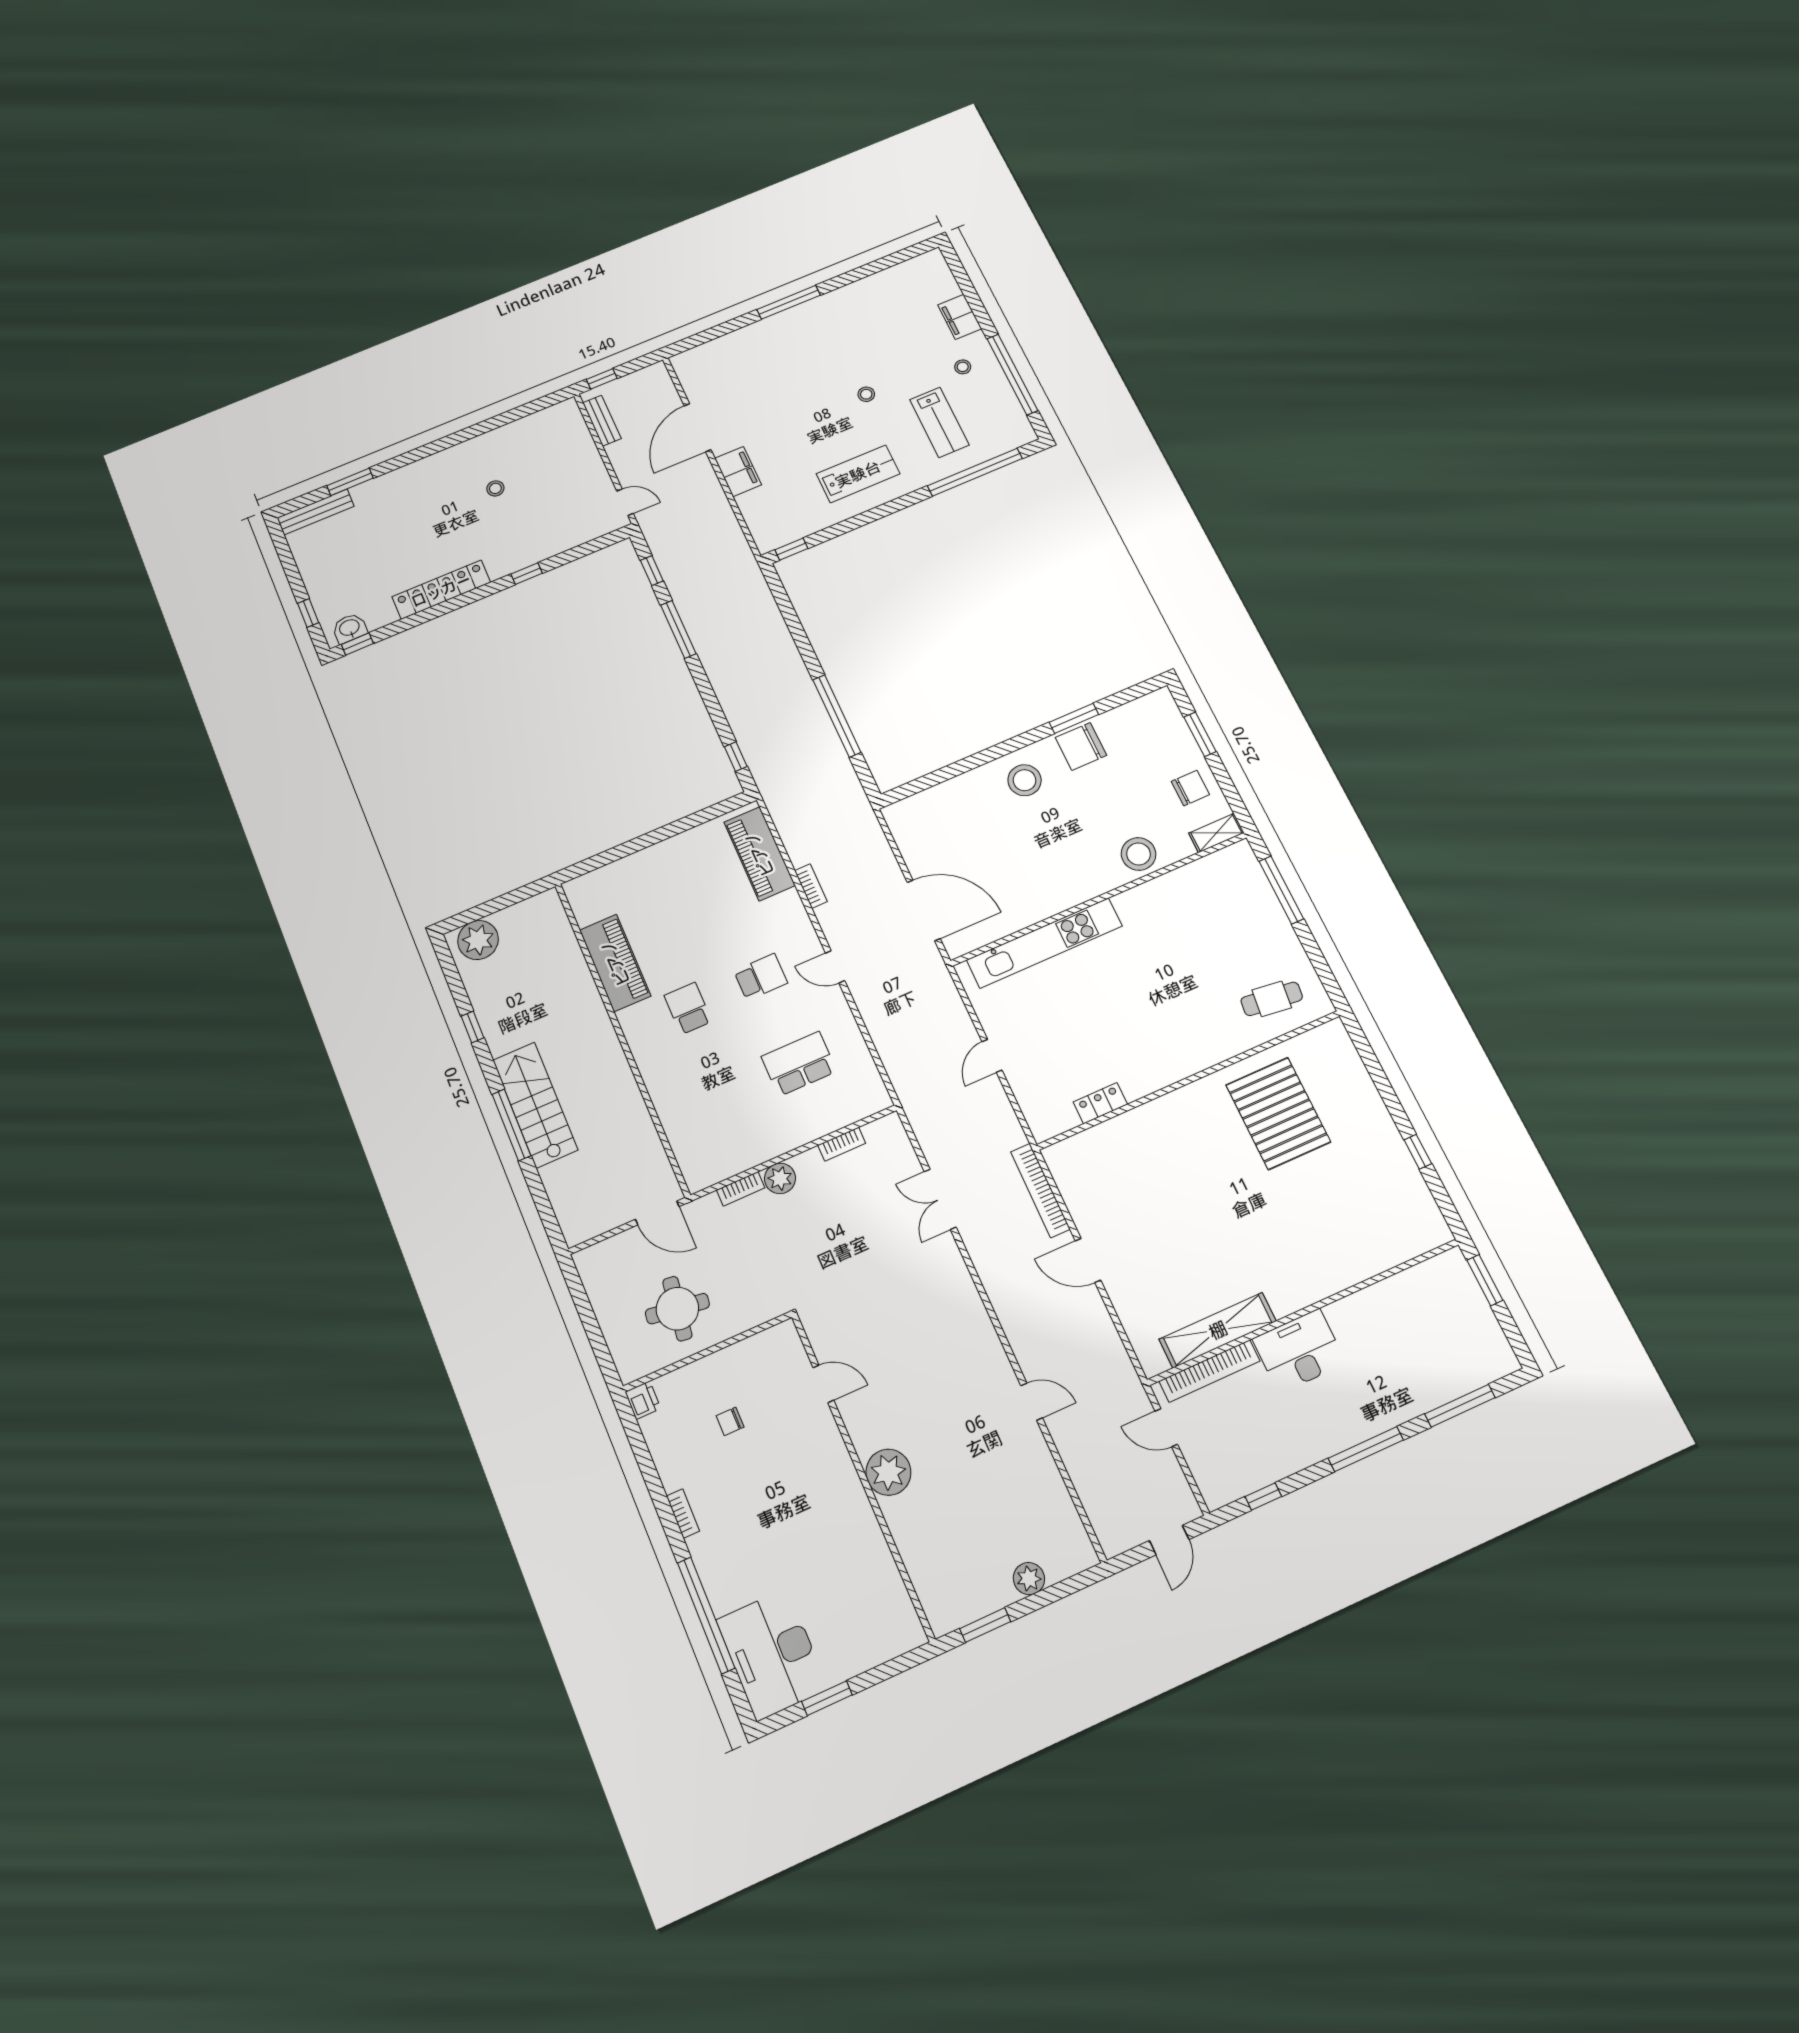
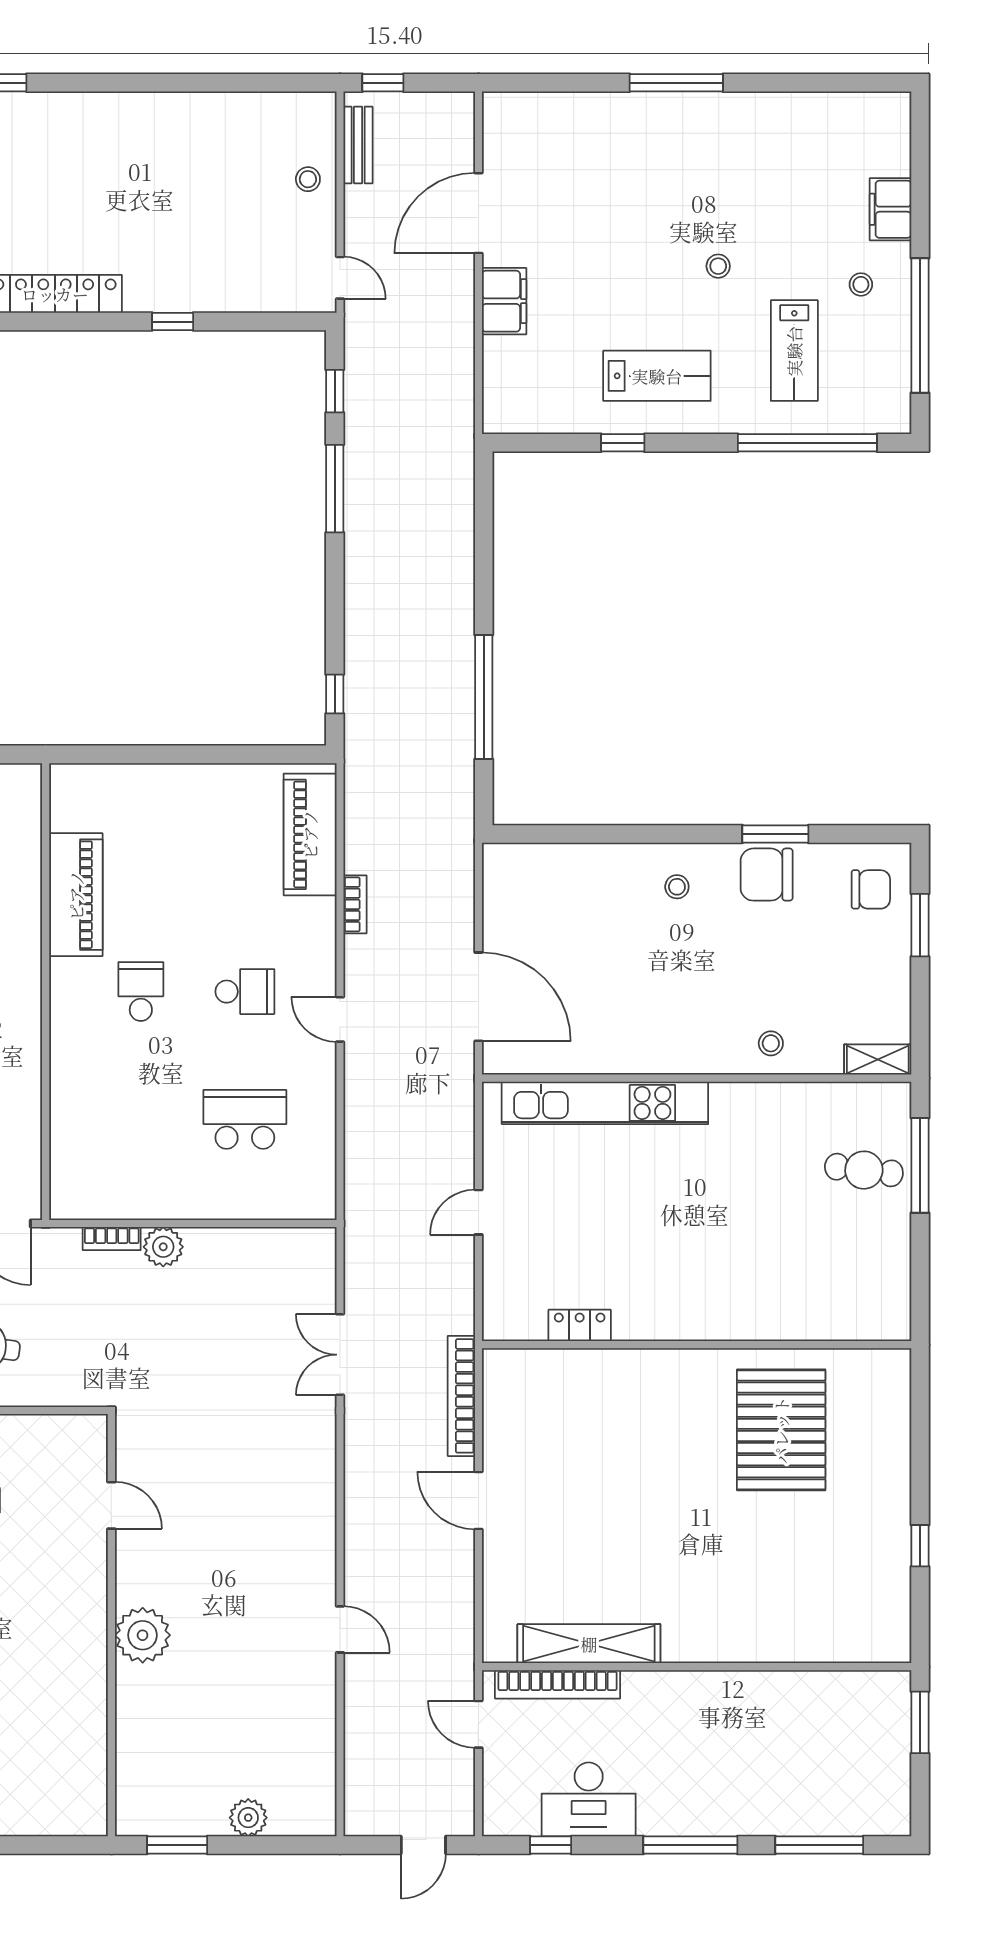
stool: (495, 488) -> (308, 179), moved
window: (791, 549) -> (623, 443), moved
stool: (1025, 780) -> (677, 887), width x0.53, depth x0.53
chair: (1190, 788) -> (871, 889), moved
stool: (1139, 854) -> (771, 1043), width x0.53, depth x0.53
cafe table: (1272, 999) -> (864, 1170), moved
bookcase: (842, 1144) -> (253, 1239), removed
desk: (1299, 1351) -> (589, 1799), moved, turned 180

